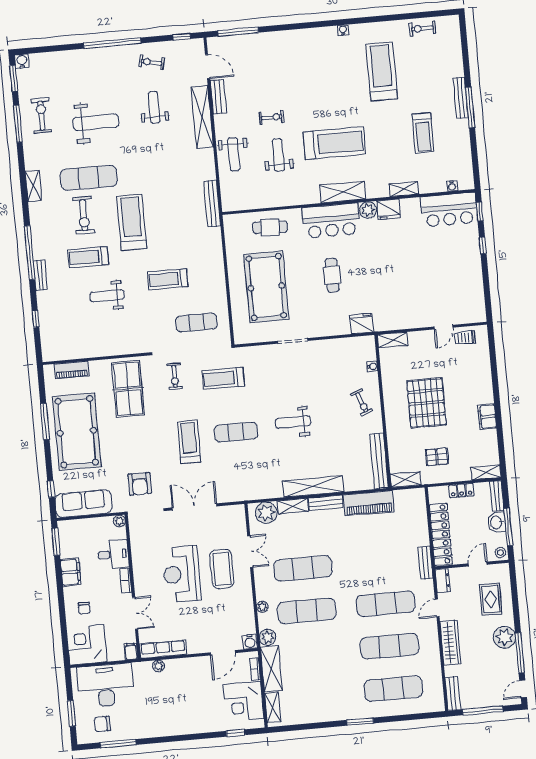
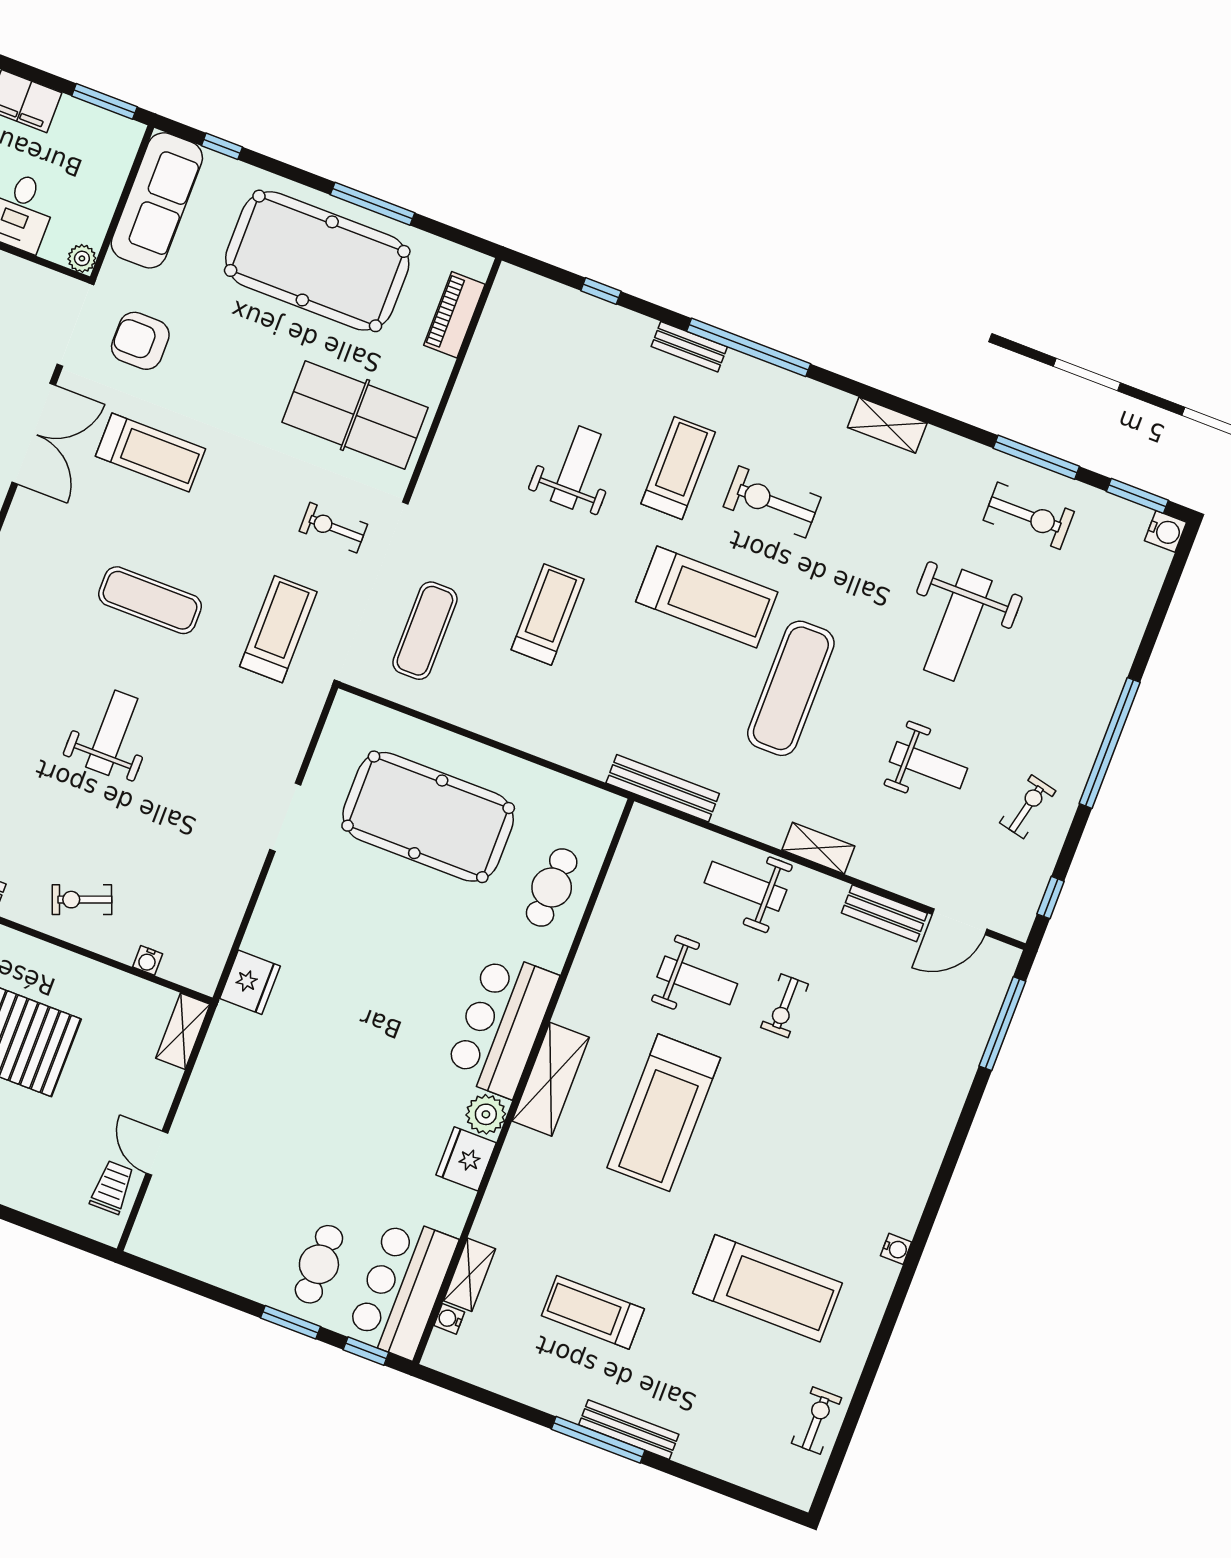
shelving: (202, 117) -> (818, 848), width x0.45, depth x0.75
exercise mat: (89, 178) -> (791, 688), moved
shelving: (404, 189) -> (469, 1275), moved
window: (483, 245) -> (290, 1322), width x1.50
cafe table: (332, 275) -> (319, 1264), moved, turned 90
exercise mat: (236, 432) -> (150, 600), turned 90
treadmill: (189, 442) -> (150, 452), moved

